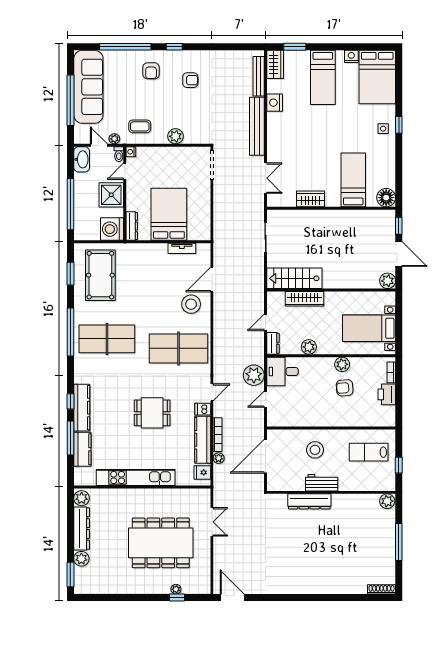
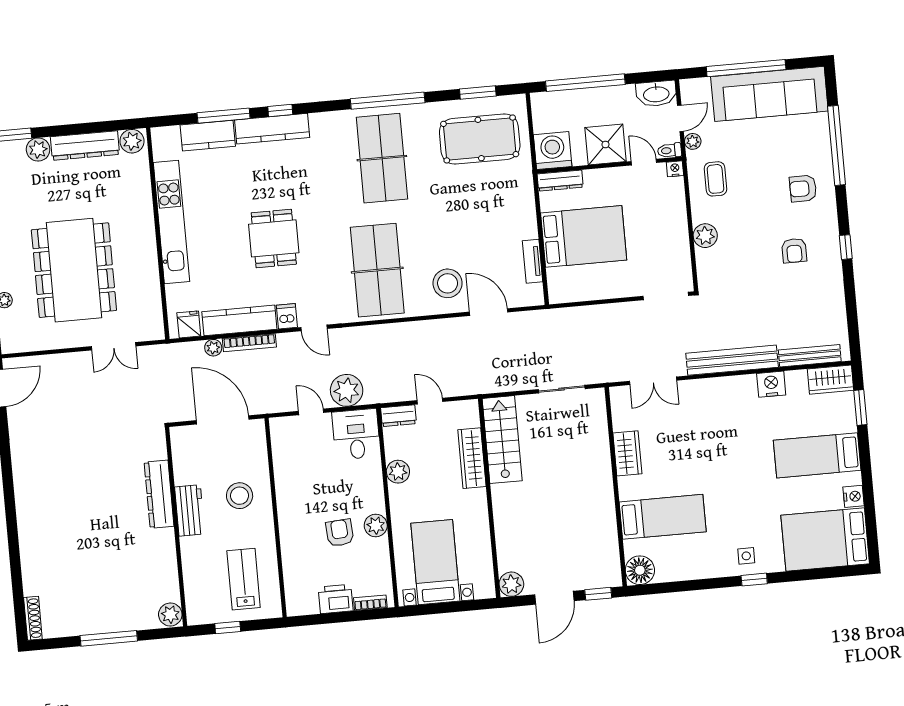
window: (174, 47) -> (846, 247), moved

